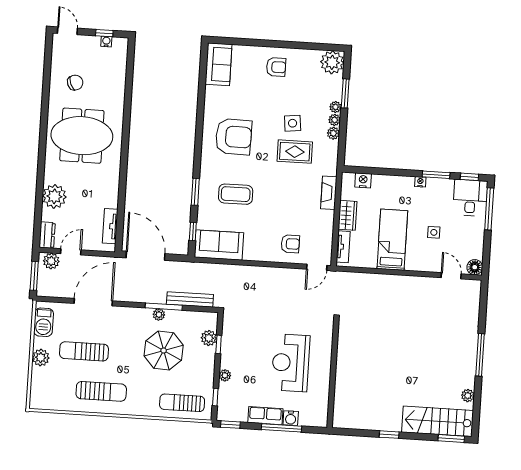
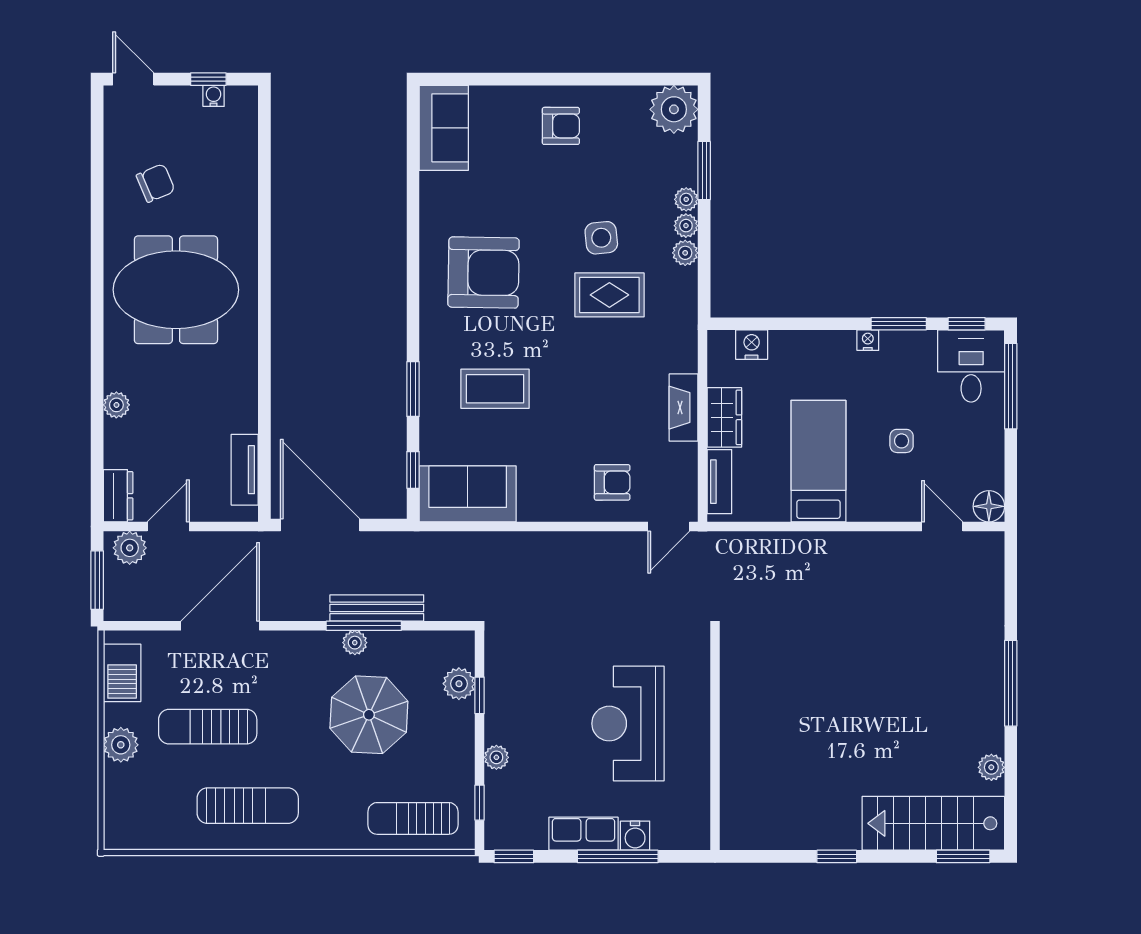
fireplace: (329, 193) -> (684, 408), moved
plant: (54, 196) -> (116, 405), width x0.53, depth x0.53
bench: (190, 299) -> (377, 608), moved

